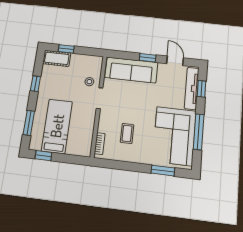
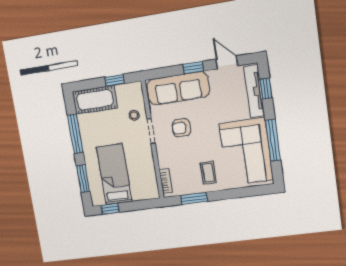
window: (66, 49) -> (115, 80), moved
cot: (57, 58) -> (95, 100), width x1.37, depth x1.34
window: (36, 84) -> (75, 134), width x2.17
armchair: (125, 102) -> (181, 128), added
coffee table: (127, 133) -> (208, 173), moved
window: (163, 171) -> (194, 198), moved

